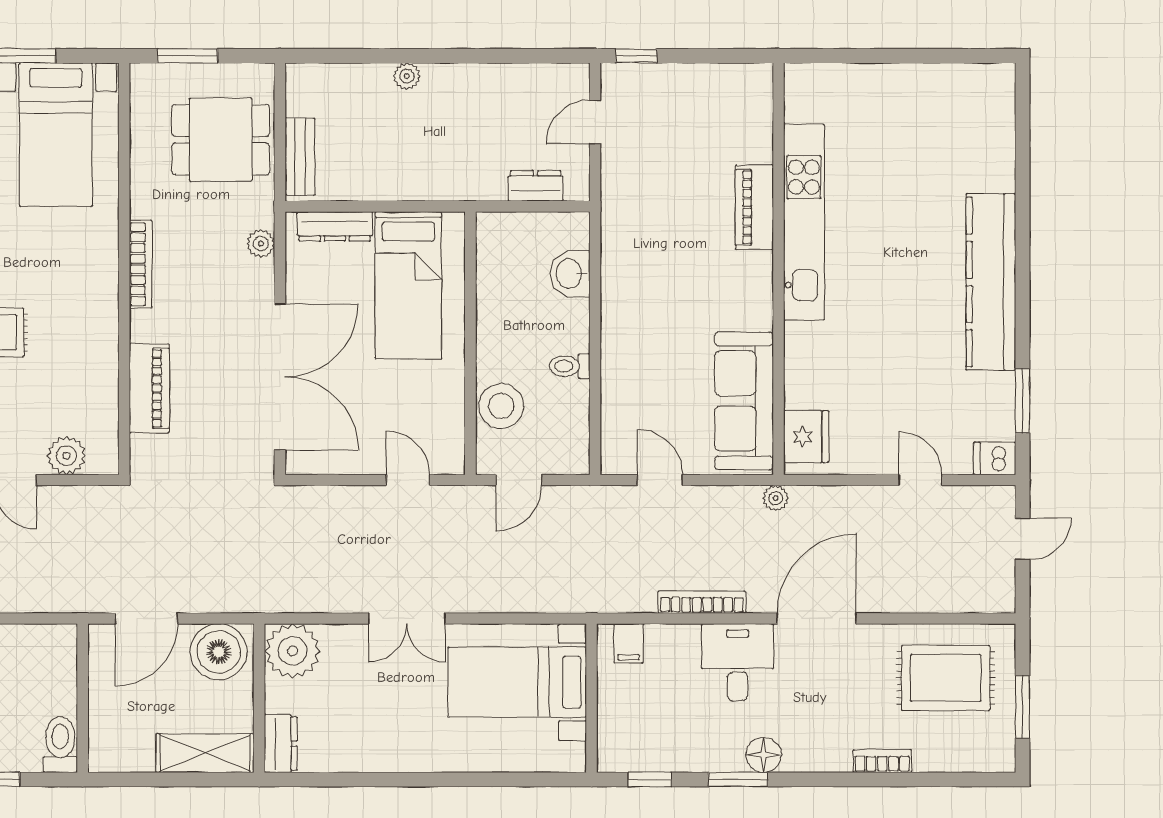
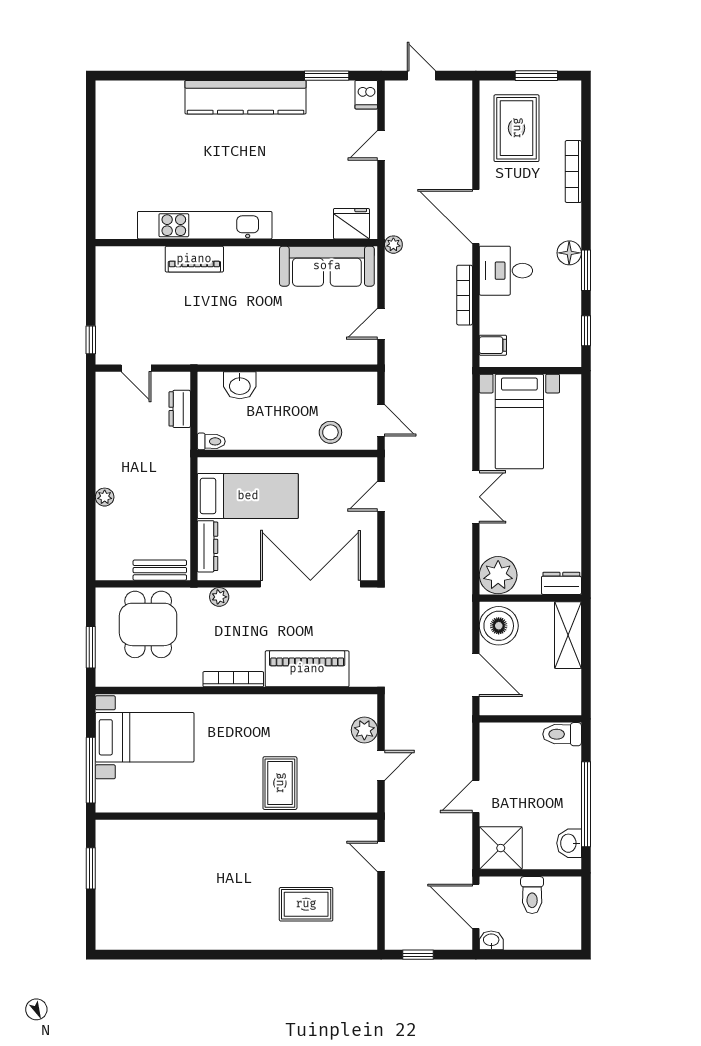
toilet: (570, 366) -> (211, 441), moved, turned -90
piano: (149, 388) -> (307, 669), width x1.37, depth x1.33
stool: (501, 406) -> (330, 432), width x0.73, depth x0.73
bookcase: (882, 761) -> (573, 172), width x1.56

